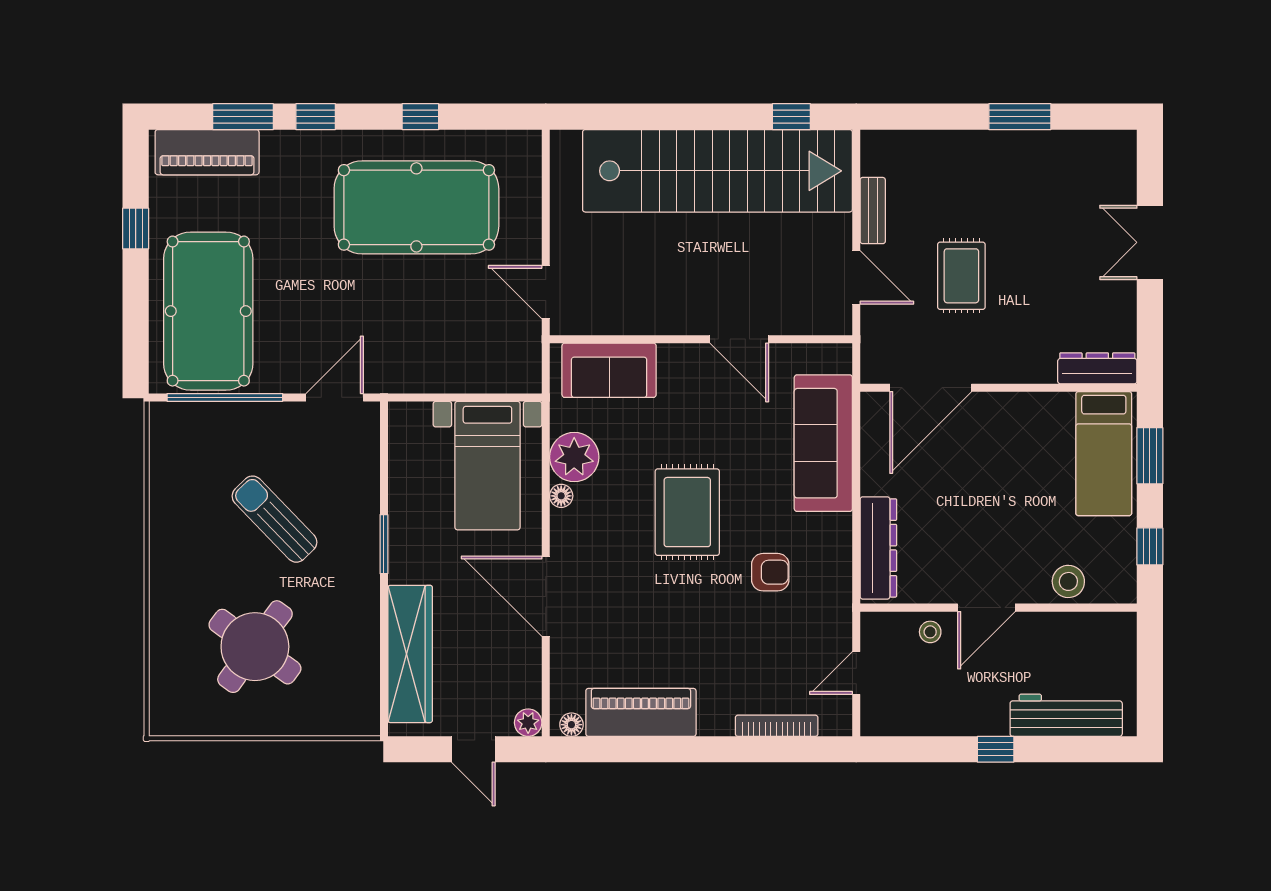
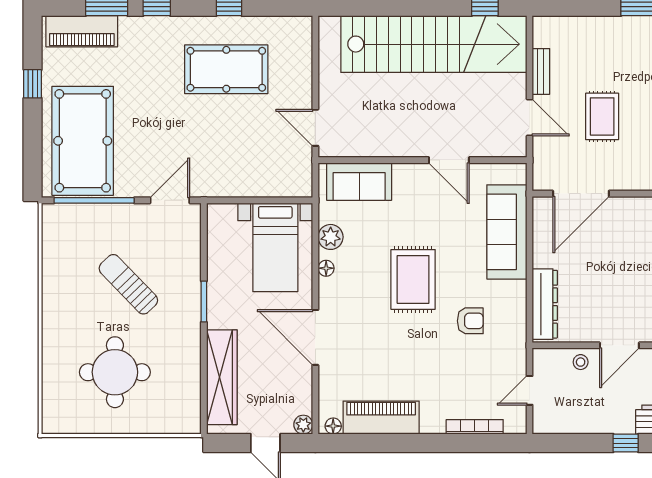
pool table: (416, 207) -> (226, 69), width x0.73, depth x0.76
plant: (574, 457) -> (331, 237), width x0.73, depth x0.73
round table: (255, 647) -> (115, 372), turned -36

